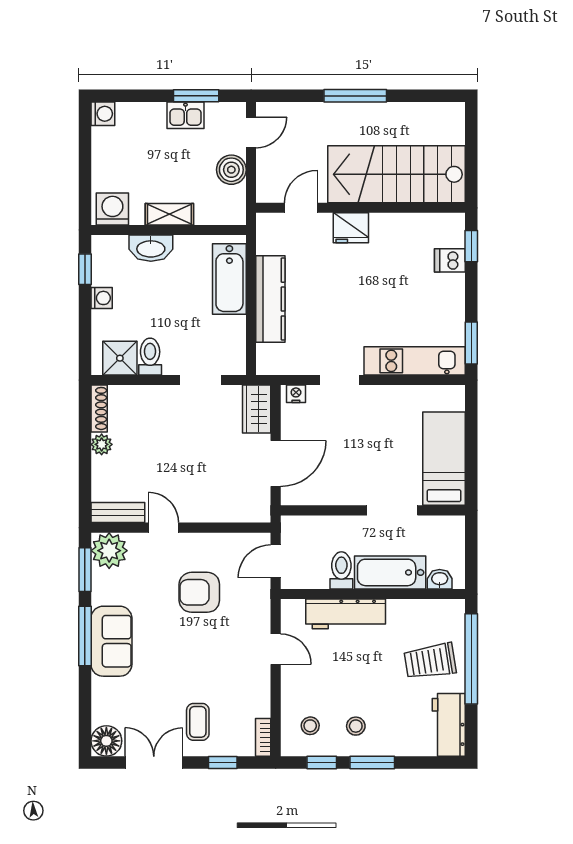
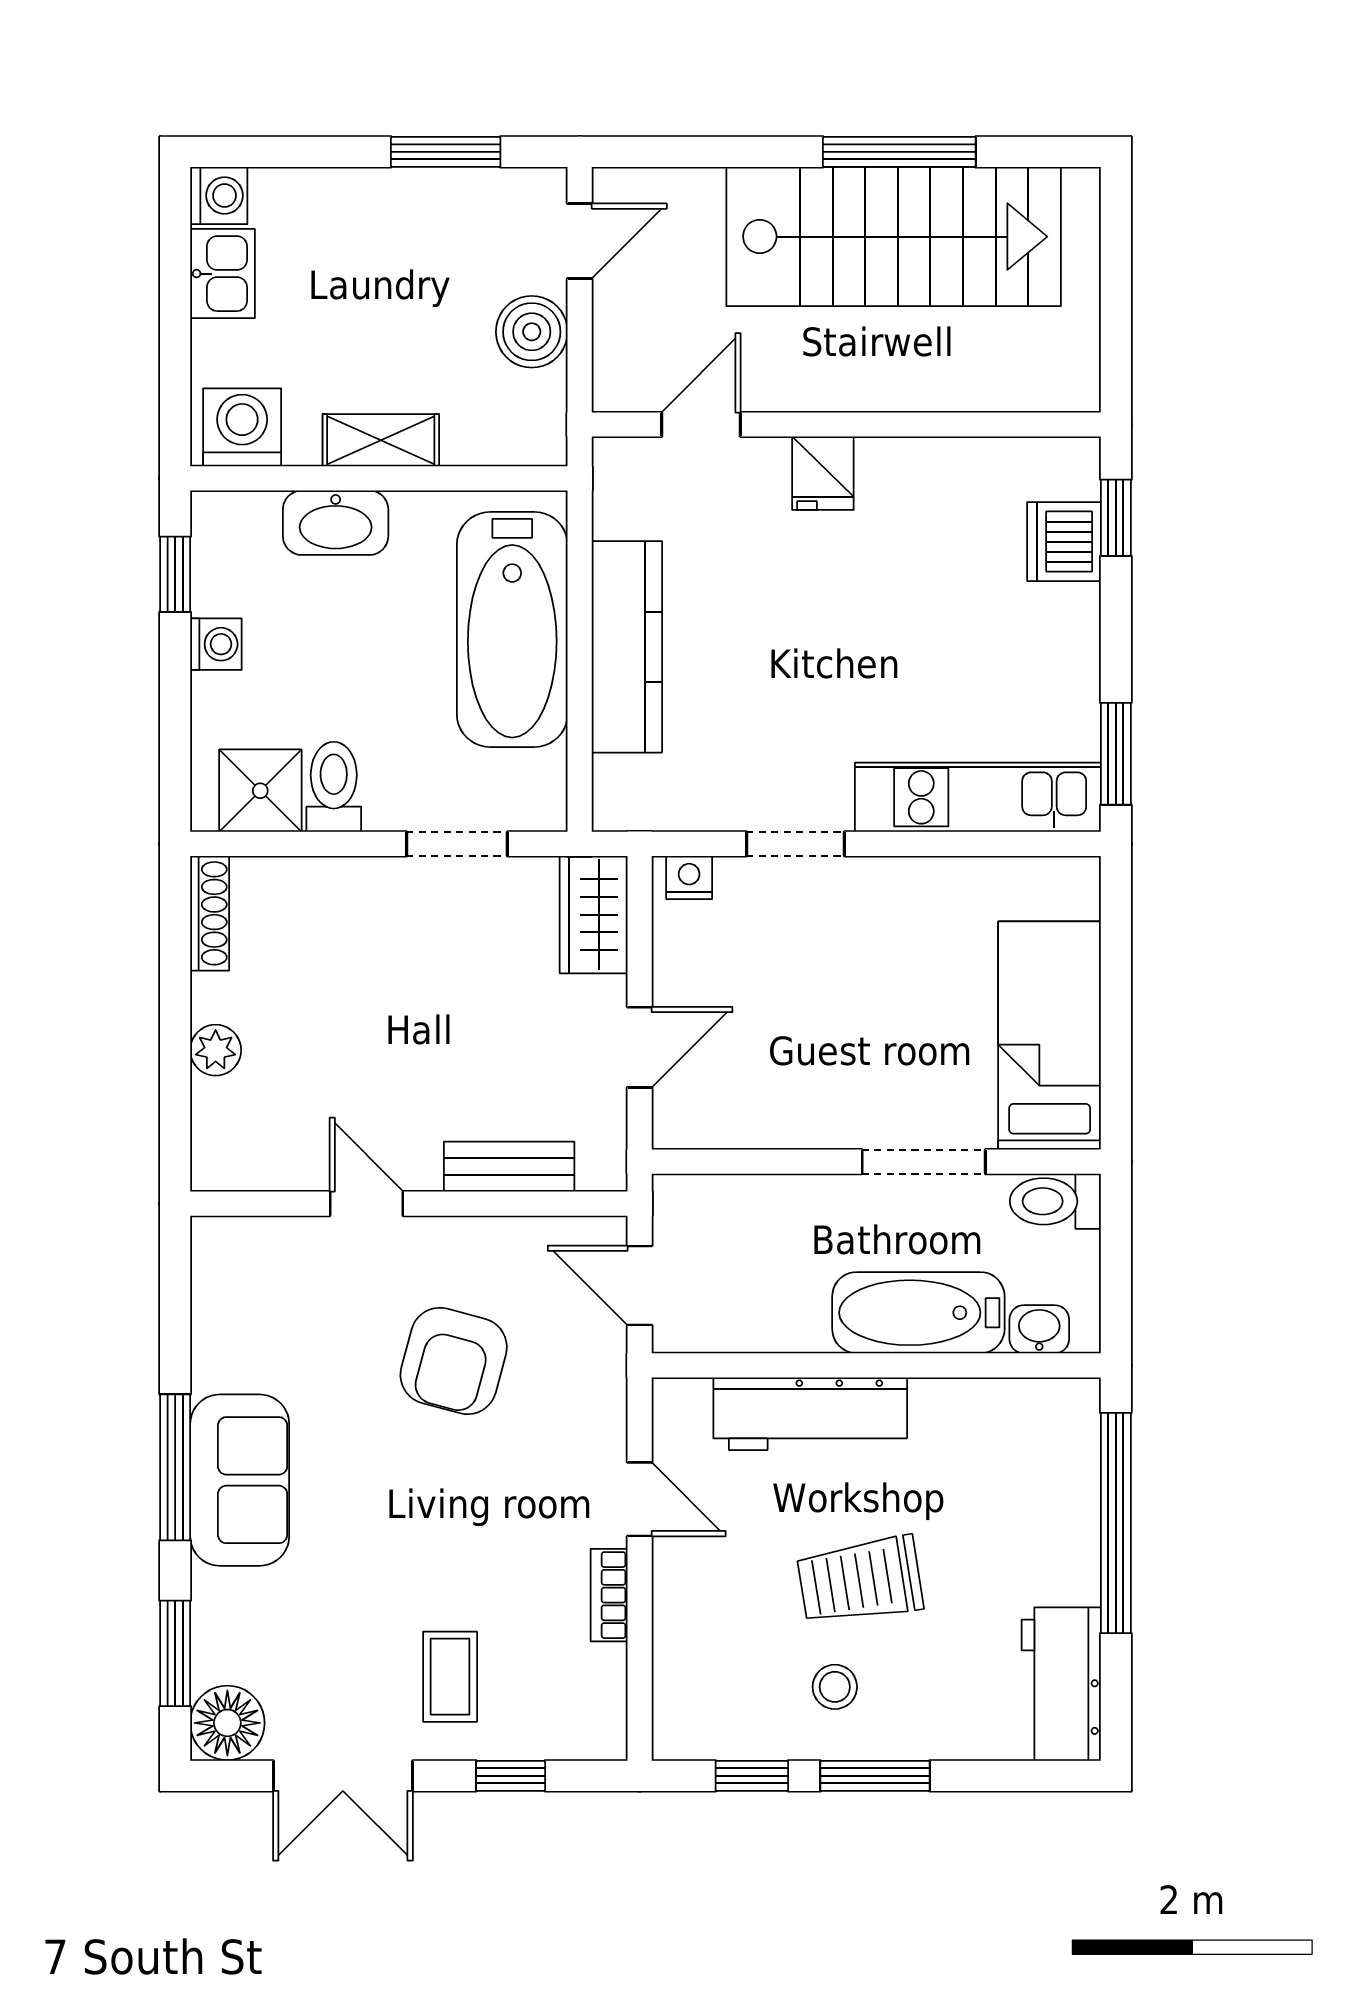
window: (355, 96) -> (899, 152), moved
kitchen sink: (185, 115) -> (222, 274), moved, turned -90
stairs: (396, 174) -> (894, 237), moved, turned 180
fridge: (351, 228) -> (823, 473), width x0.72
dishwasher: (450, 260) -> (1064, 542), width x1.38
bathtub: (229, 279) -> (512, 629), width x1.36, depth x1.36
plant: (102, 444) -> (216, 1050), moved
door: (276, 463) -> (640, 1047), width x0.73
bench: (118, 512) -> (509, 1167), moved
plant: (109, 551) -> (234, 1260), removed
door: (276, 561) -> (640, 1285), hinge flipped
window: (85, 570) -> (175, 1653), moved
toilet: (341, 570) -> (1055, 1201), moved, turned -90
armchair: (199, 592) -> (454, 1361), turned -75
trolley: (430, 661) -> (860, 1580), moved
stool: (310, 726) -> (724, 1686), removed
bookcase: (263, 737) -> (609, 1595), moved
double door: (154, 763) -> (343, 1776), swing flipped

